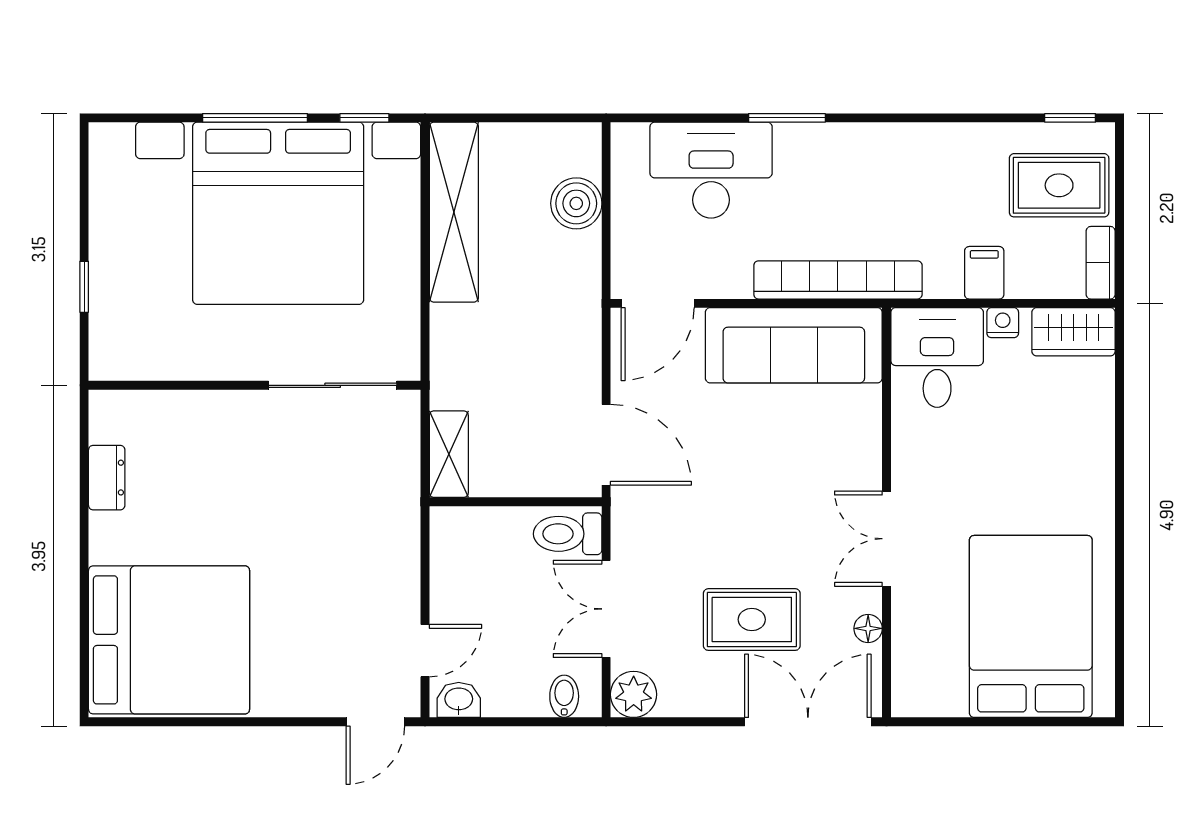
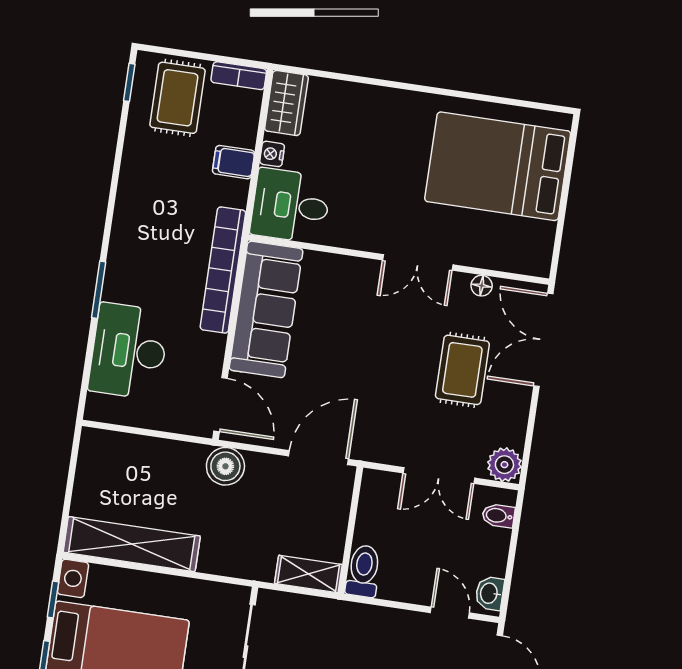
boiler: (576, 203) -> (225, 466), moved
toilet: (568, 534) -> (363, 571), moved, turned 180

